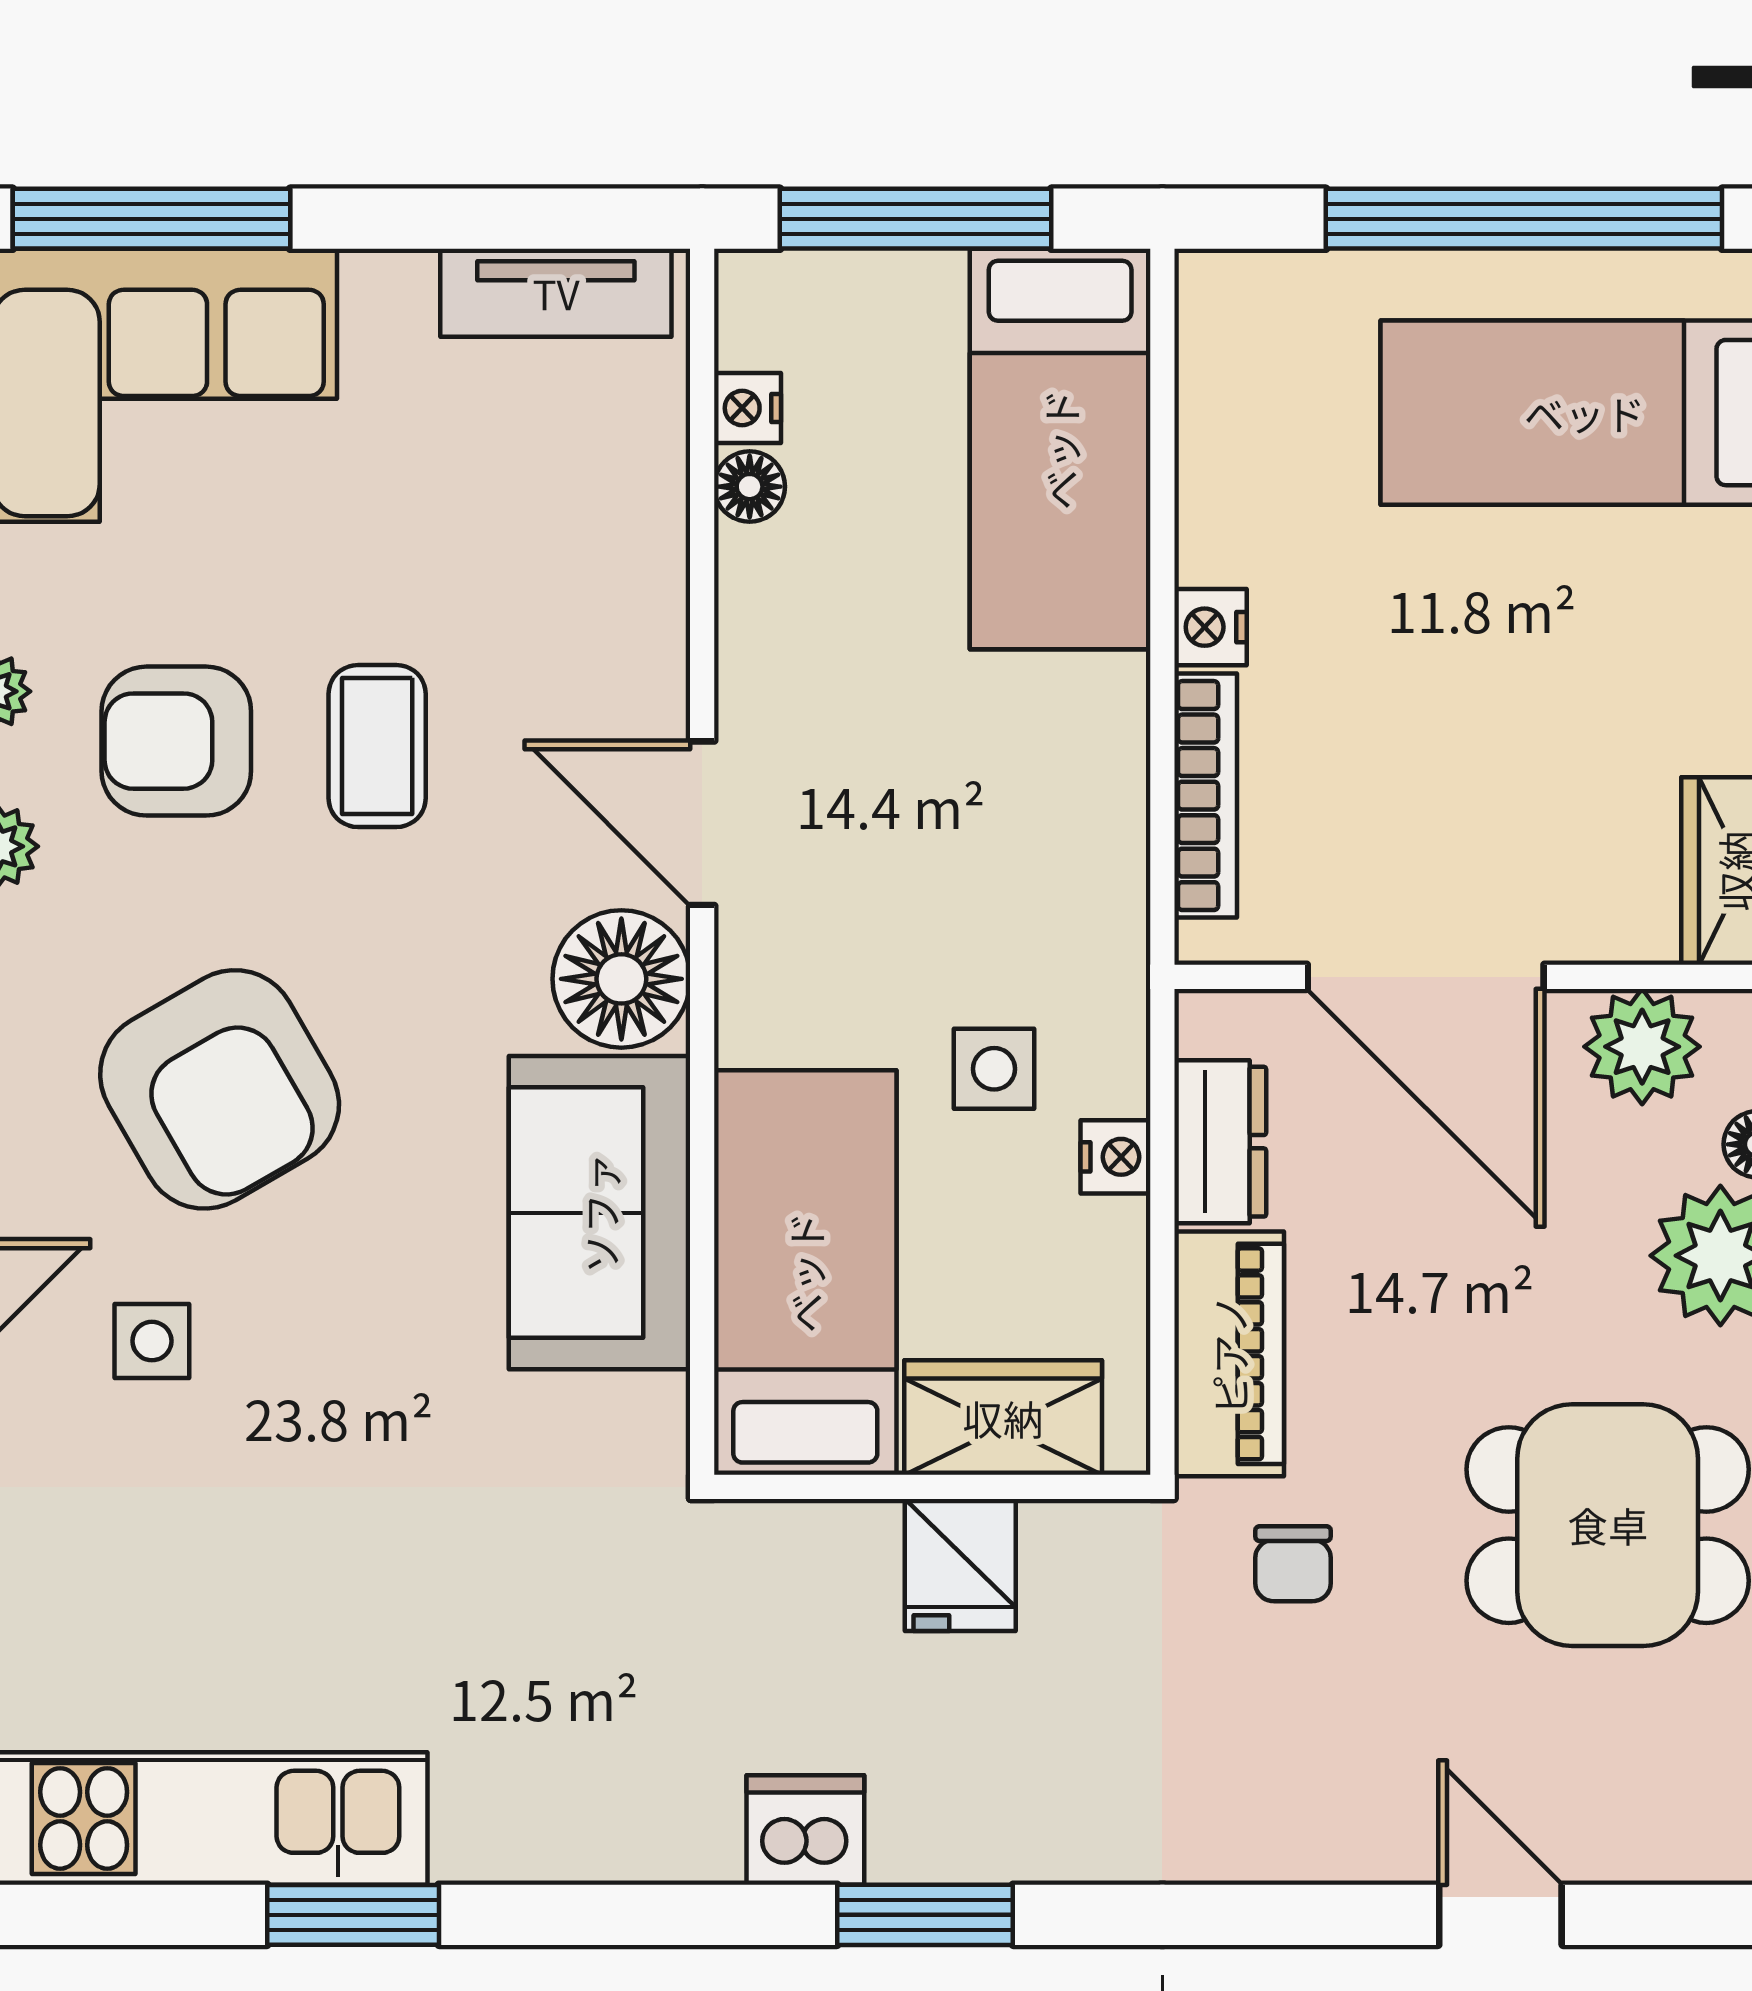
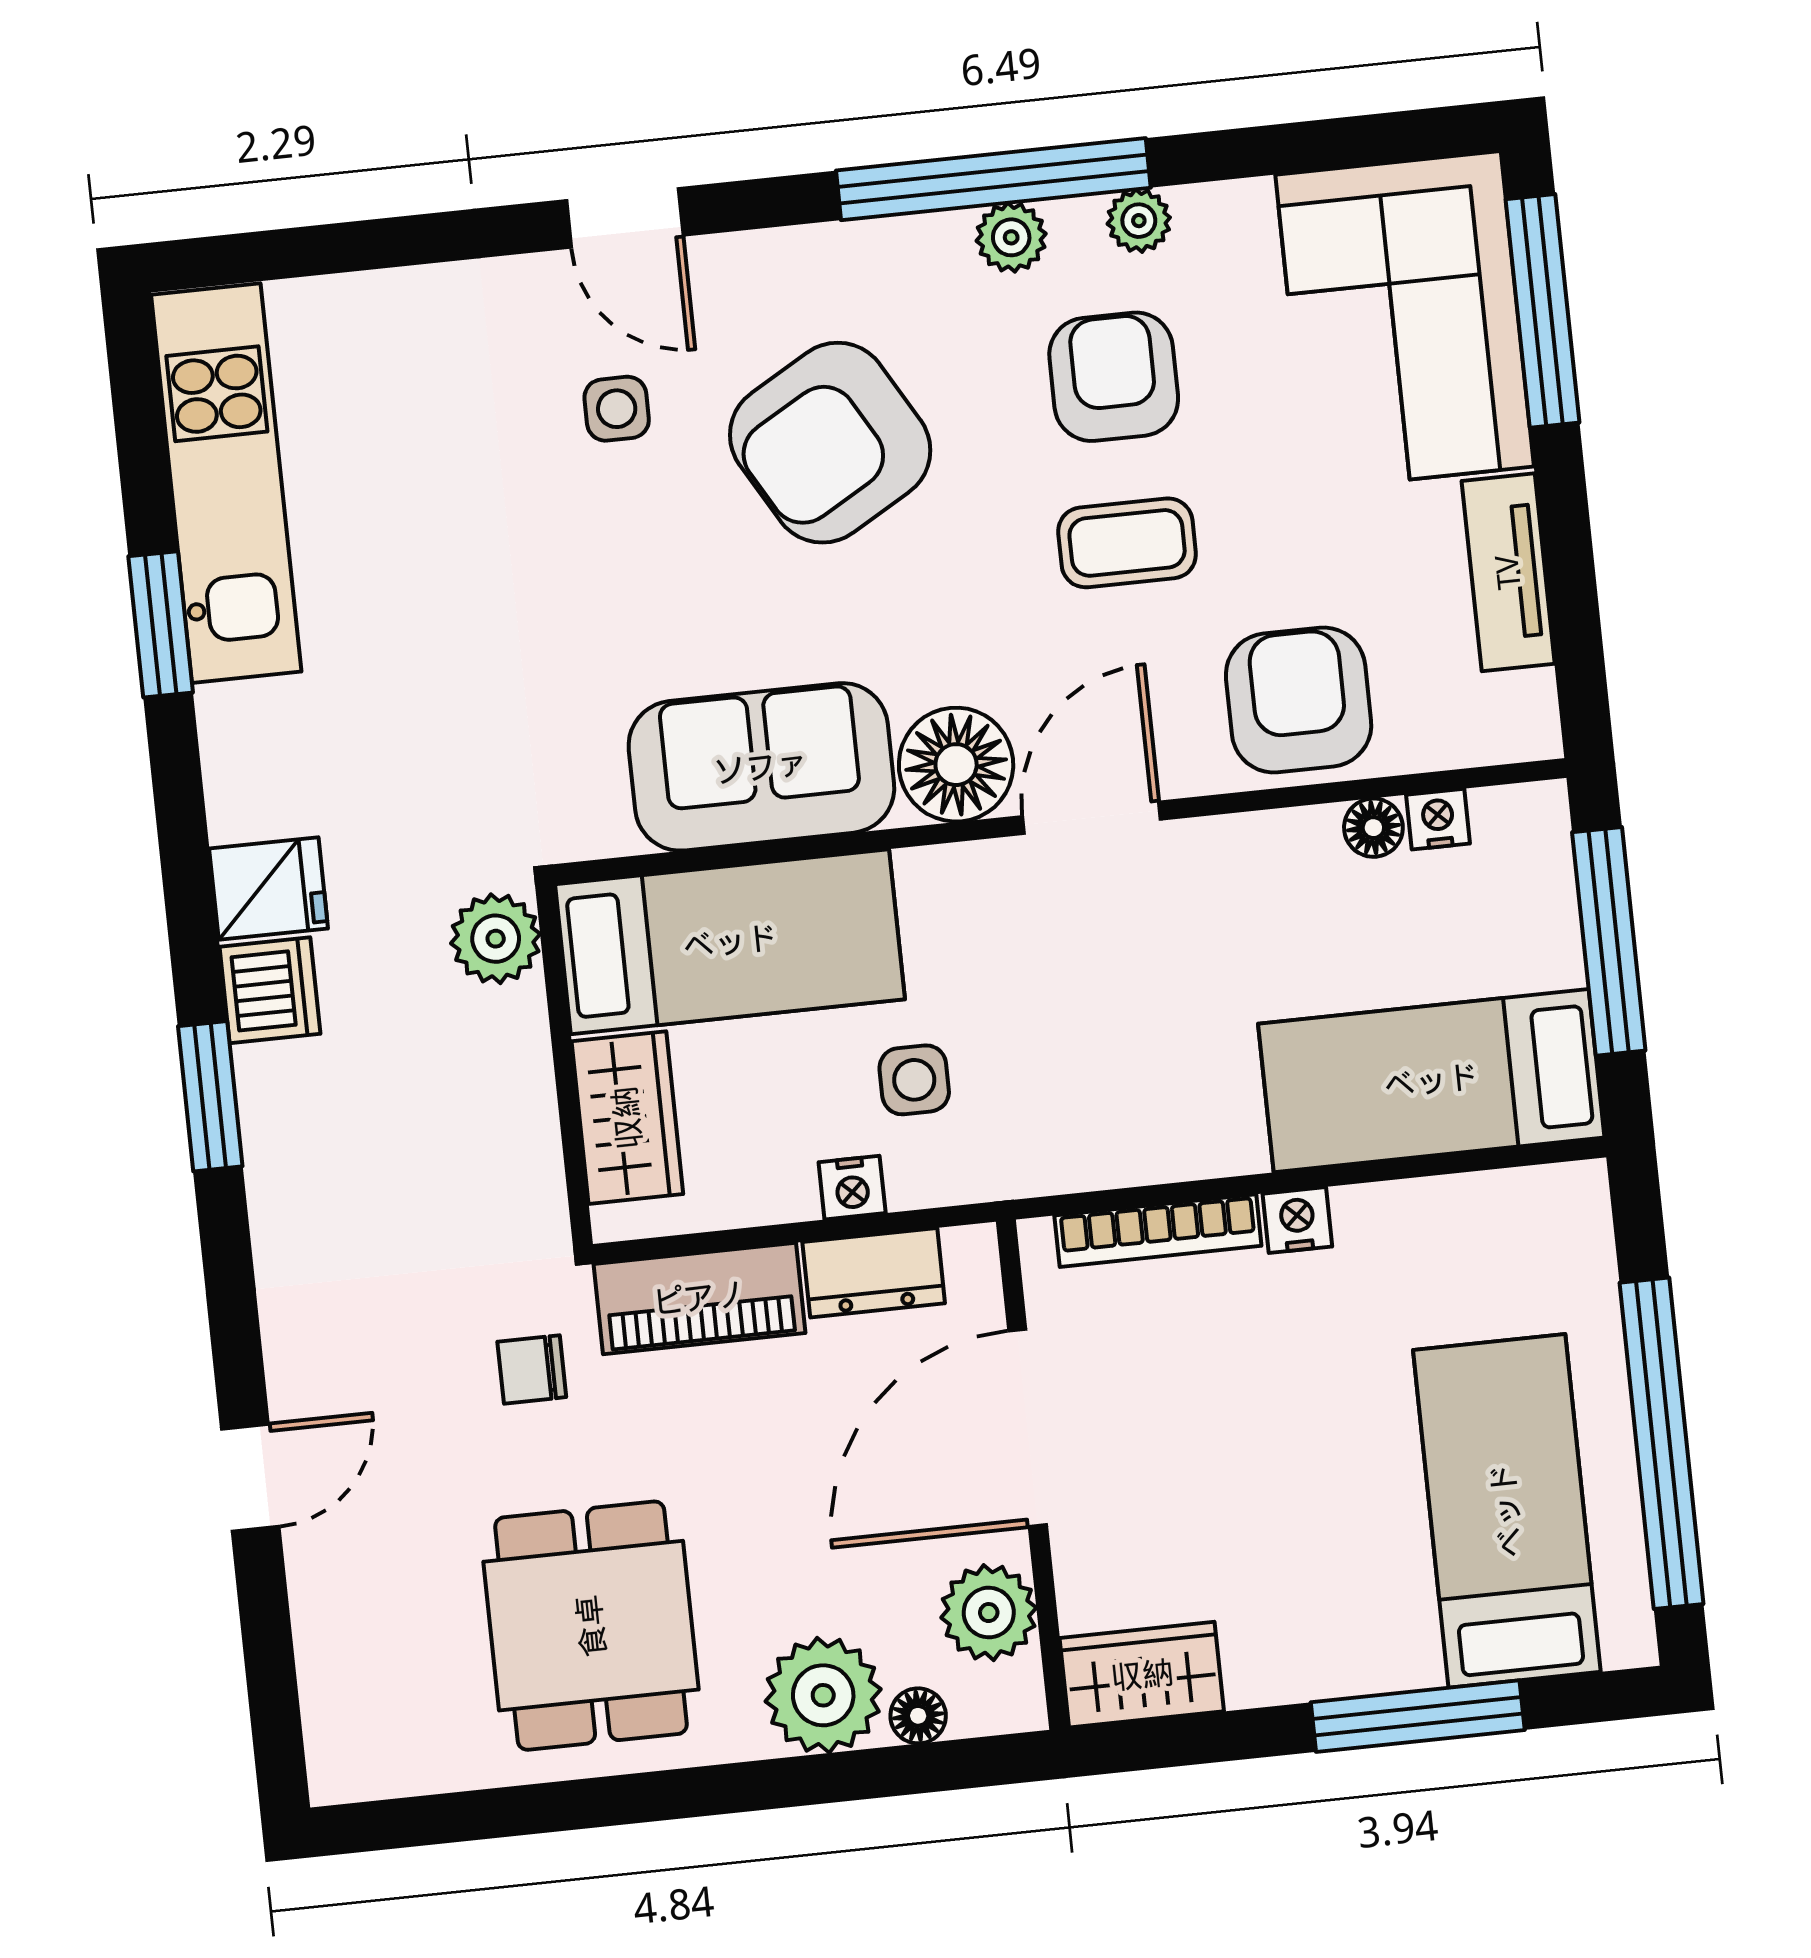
tv unit: (556, 293) -> (1508, 572), moved
armchair: (587, 560) -> (1299, 700), added
plant: (772, 1553) -> (496, 939), added
fridge: (960, 1565) -> (269, 888), moved, turned 180
door: (1500, 1915) -> (250, 1478), moved

